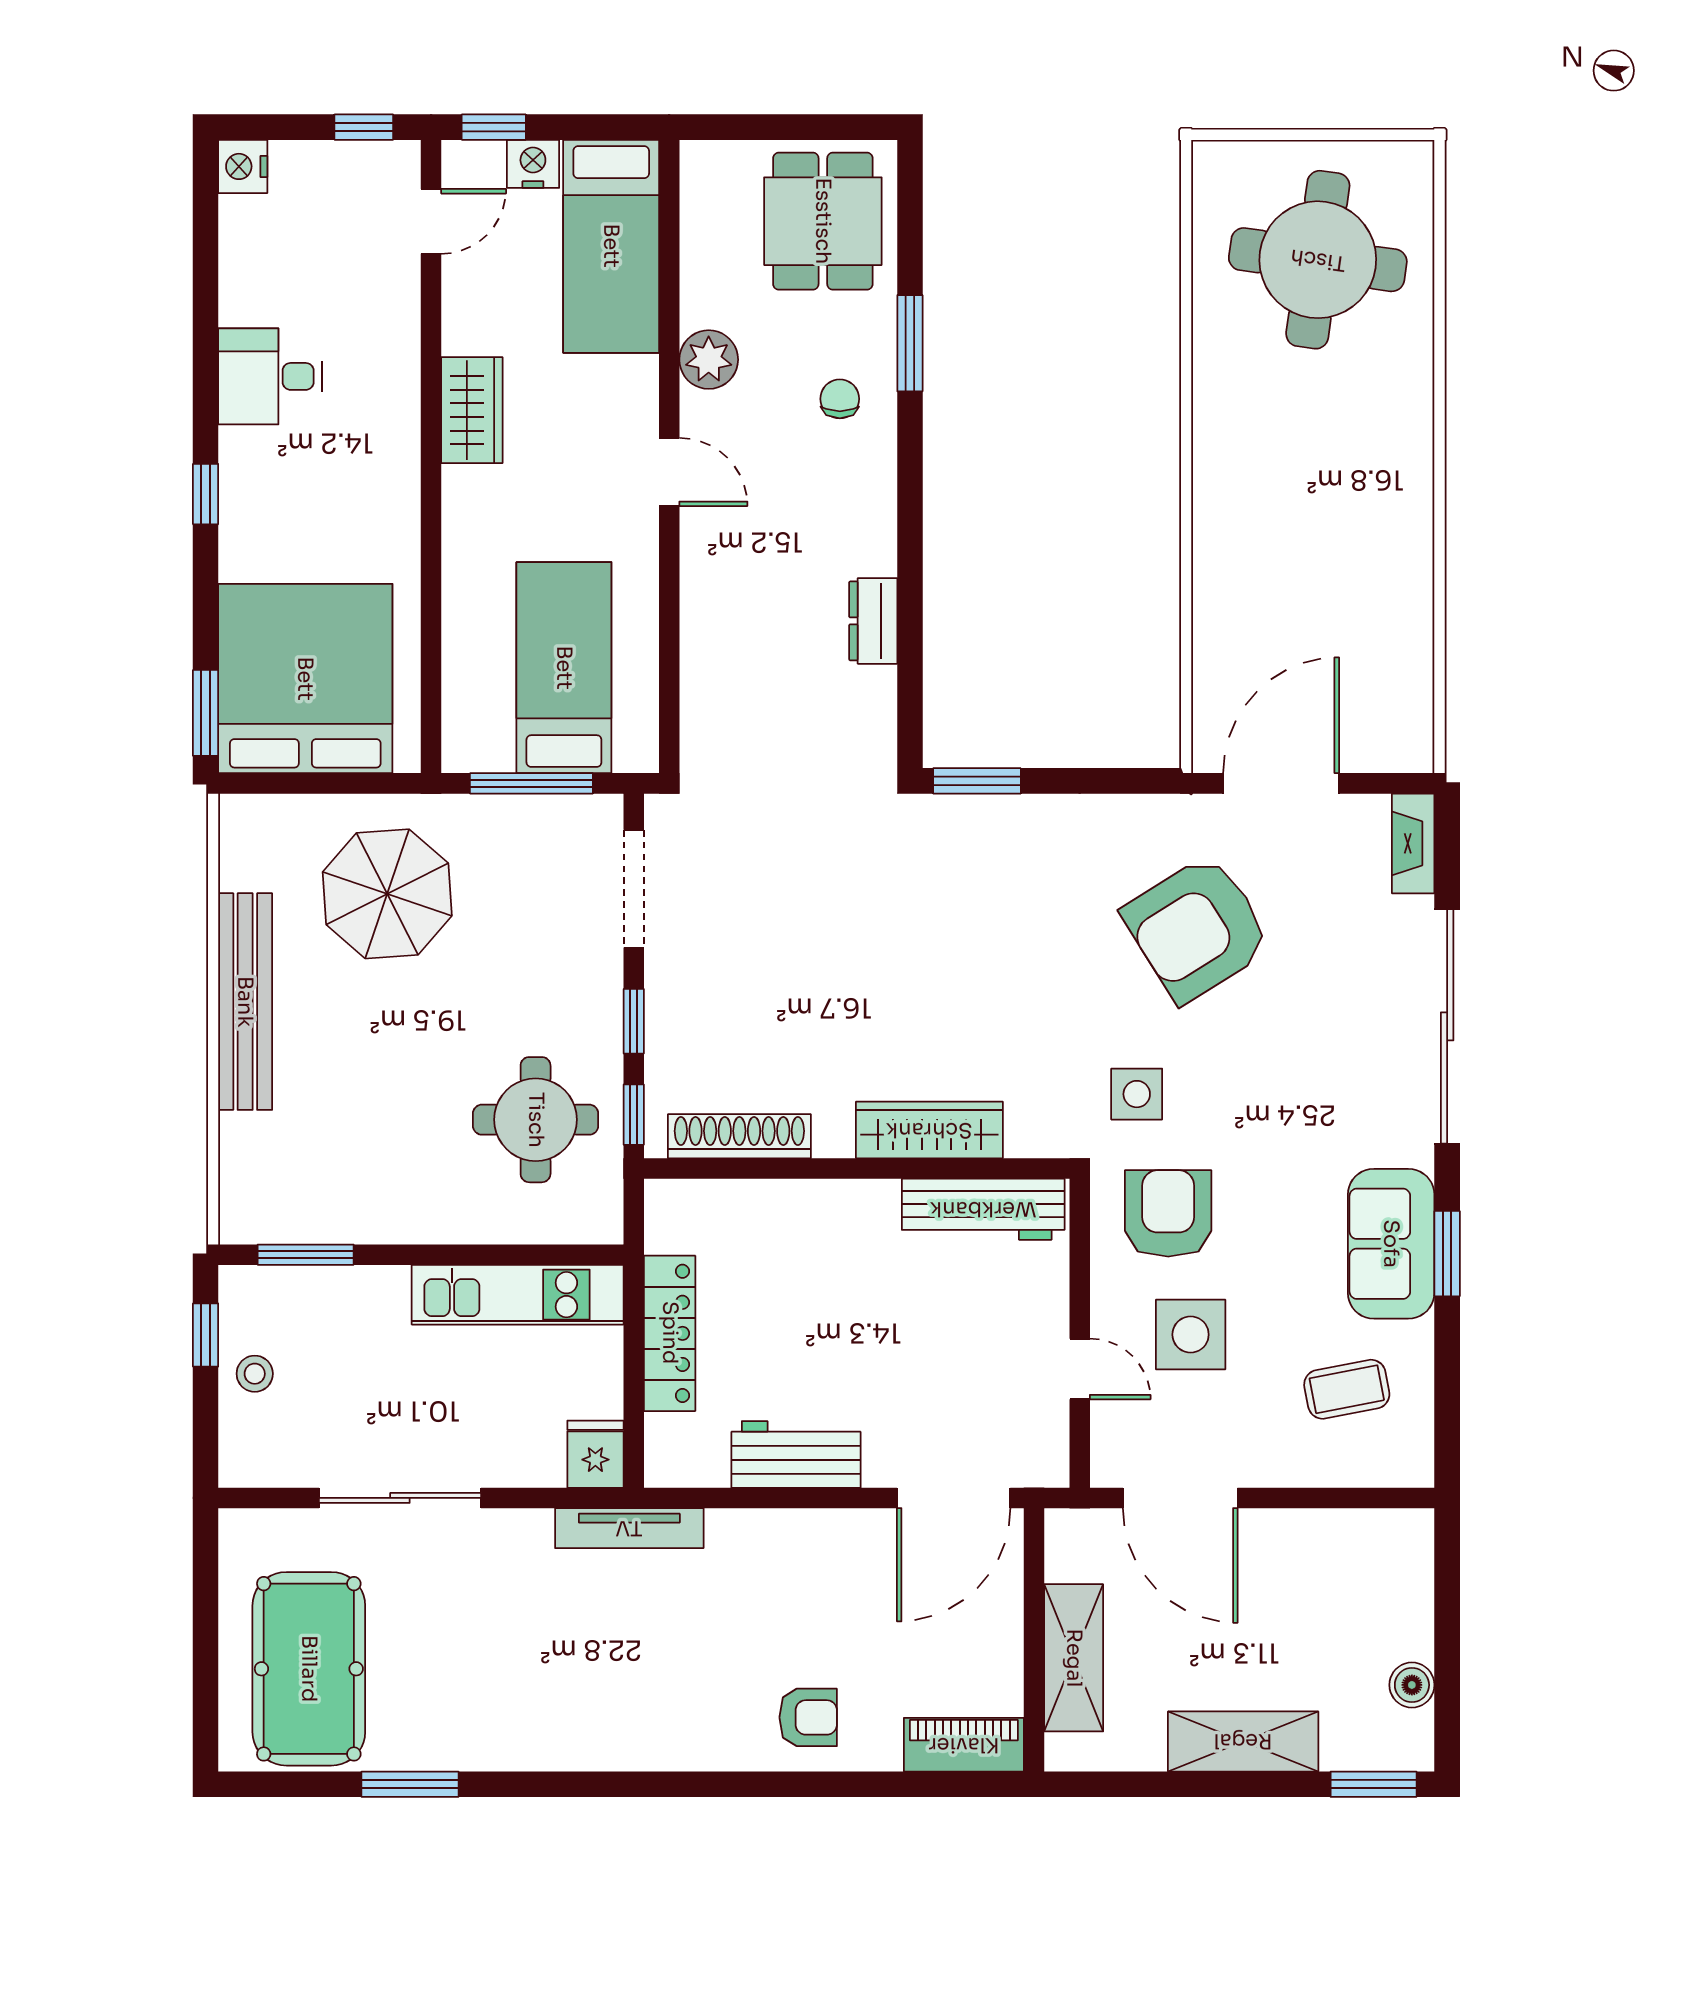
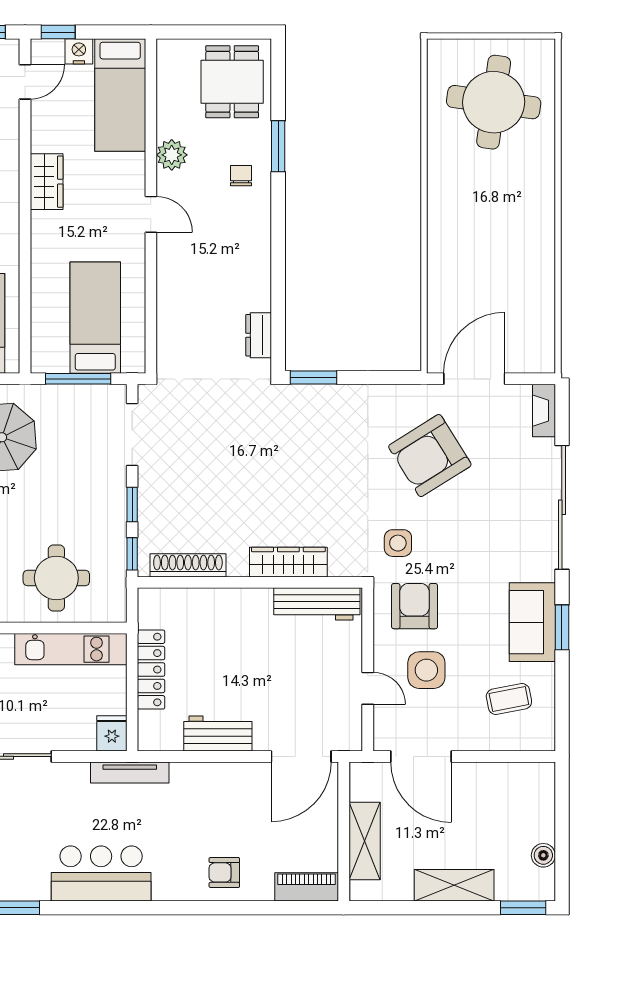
dresser: (873, 621) -> (259, 335), moved
round table: (536, 1120) -> (56, 578), moved
armchair: (808, 1717) -> (224, 872), turned 180
bar counter: (575, 1719) -> (101, 873), added

